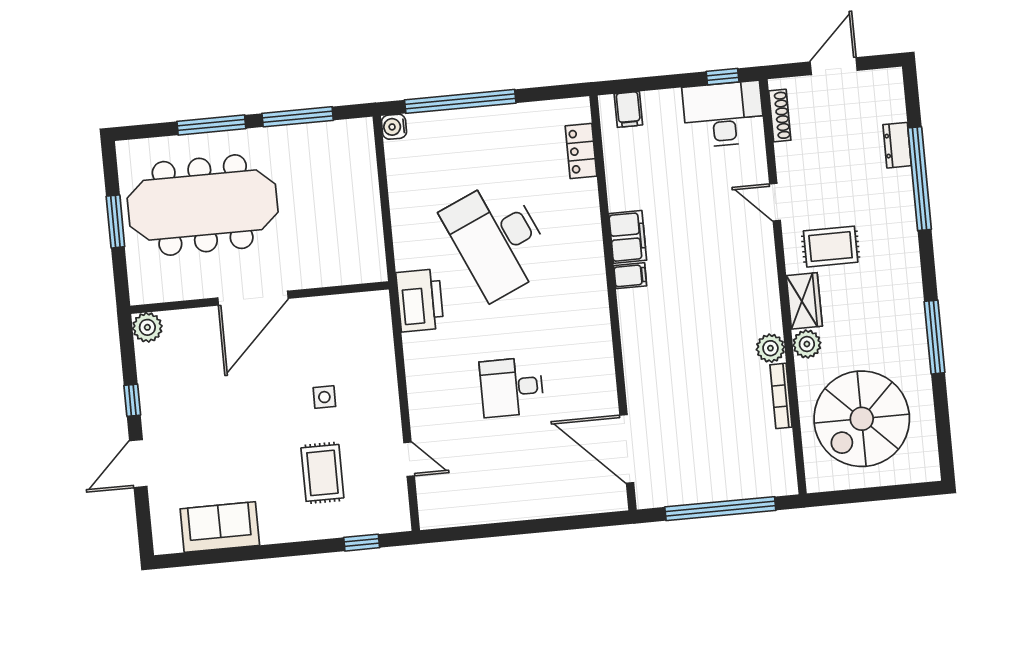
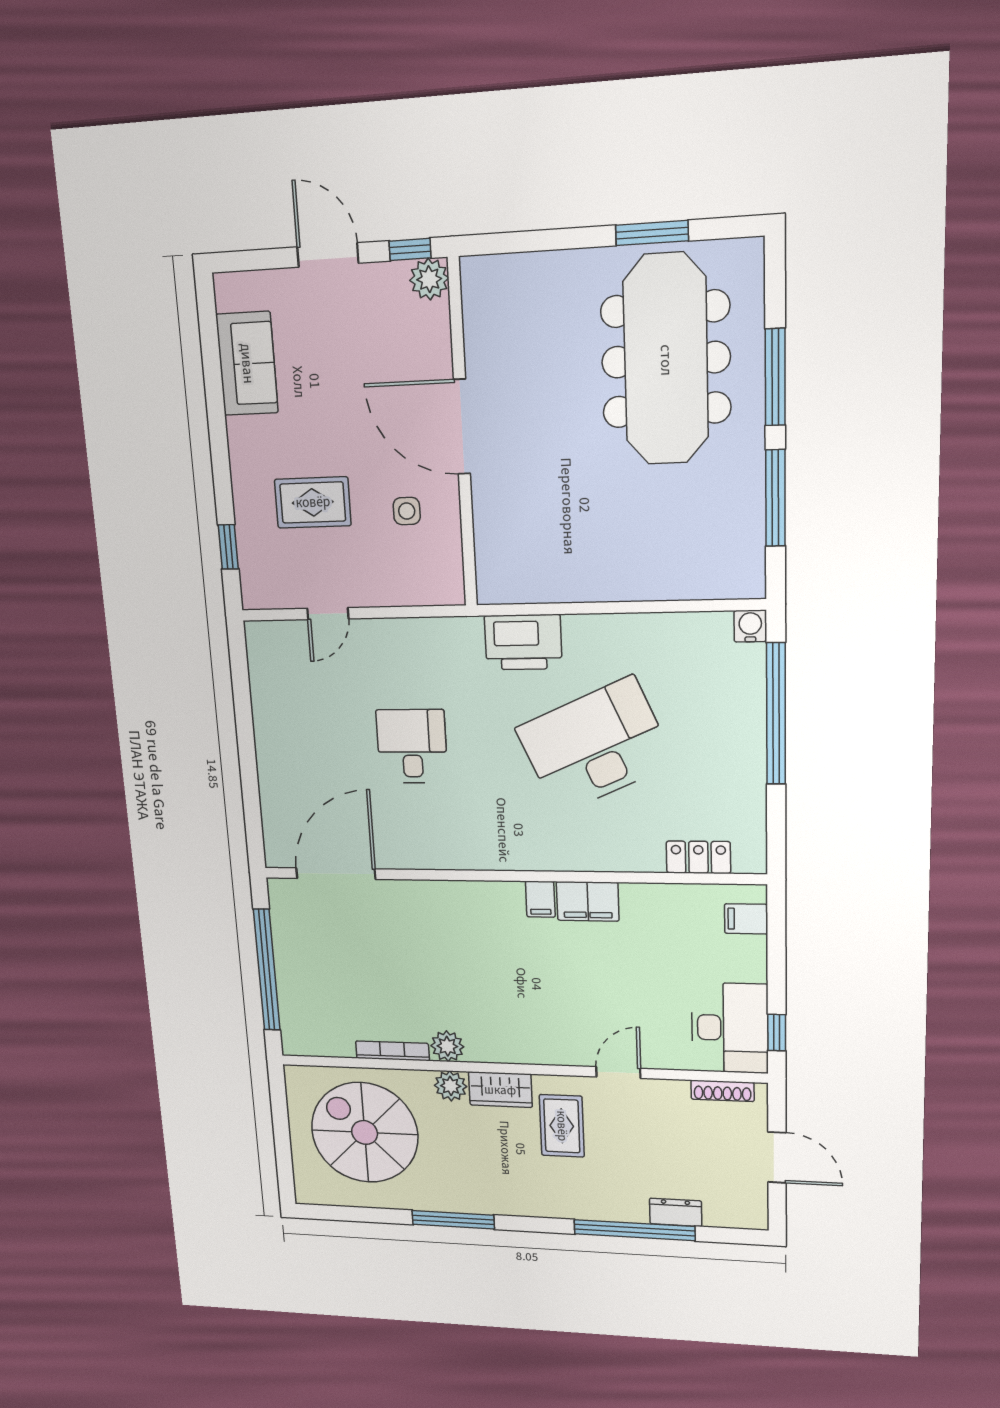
door: (253, 298) -> (462, 427), moved
wall: (260, 298) -> (462, 436), moved
plant: (147, 327) -> (429, 279), moved

